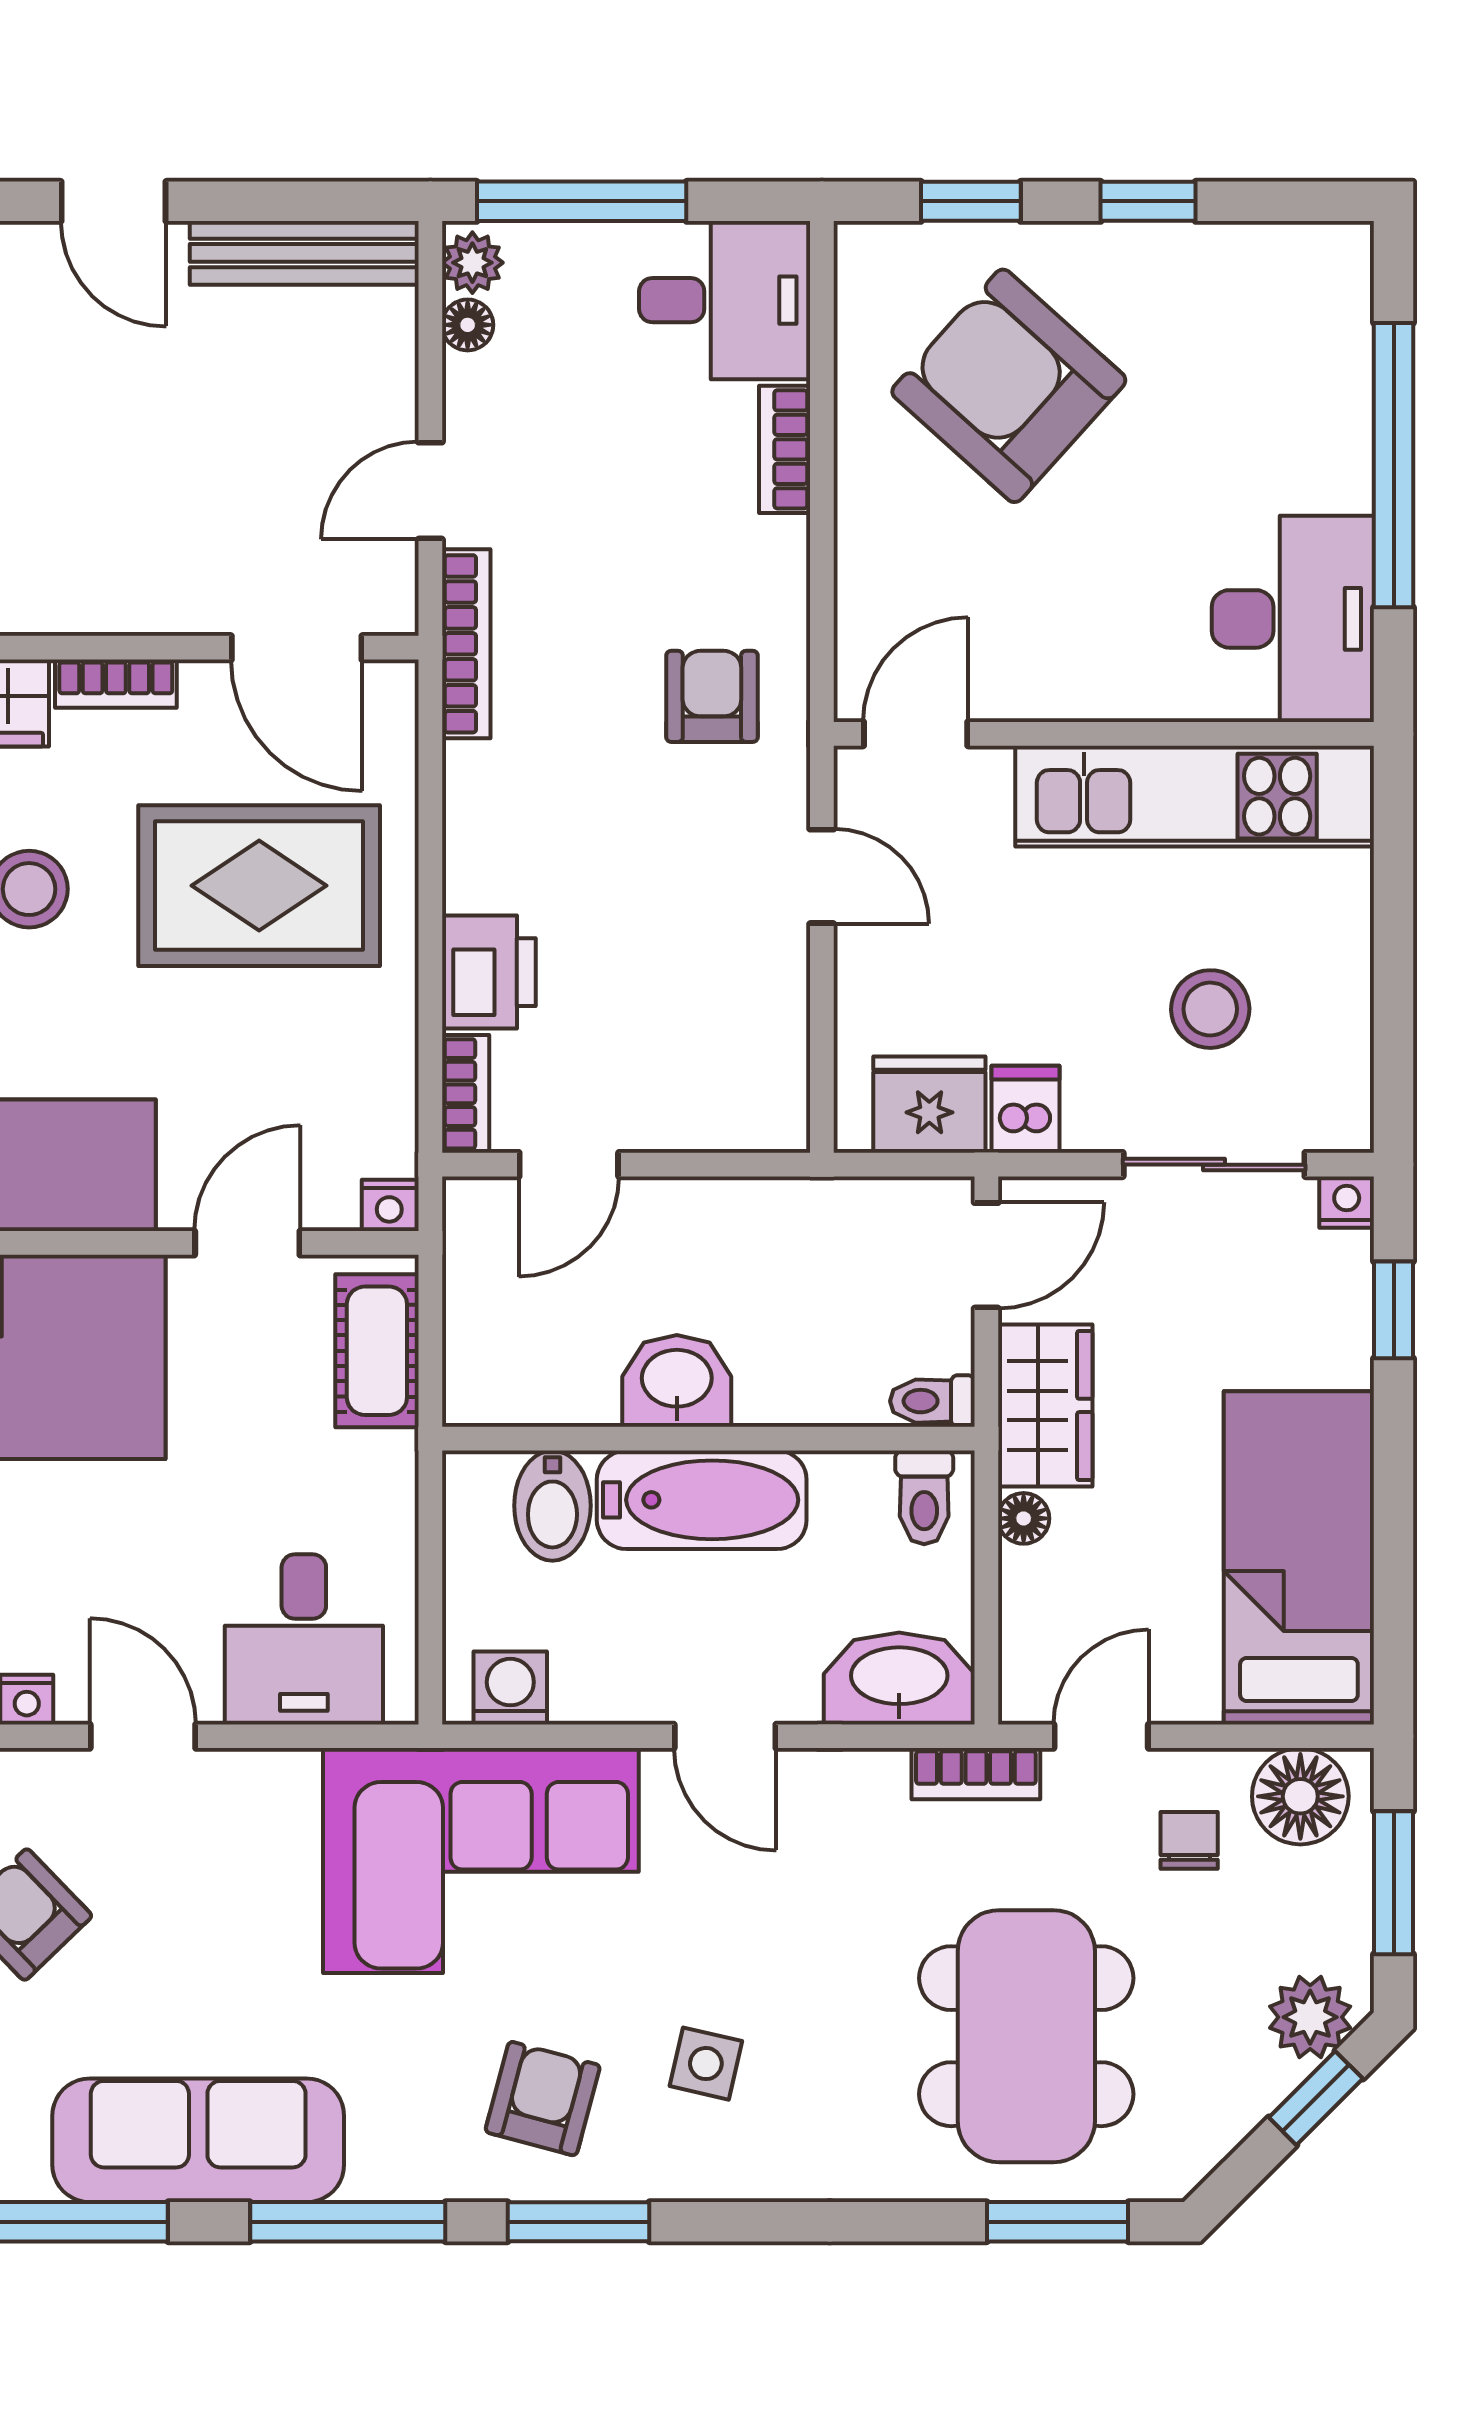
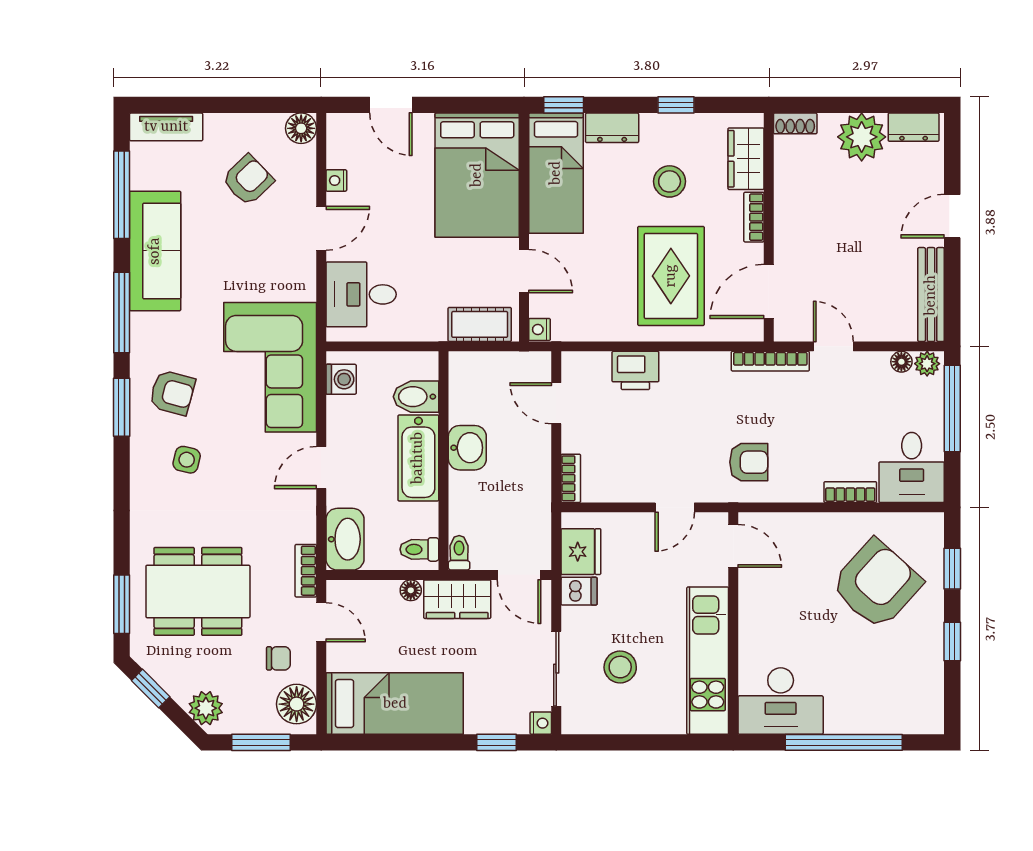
bookcase: (466, 1094) -> (571, 478), moved, turned -90
window: (1316, 2098) -> (151, 689), moved

